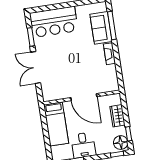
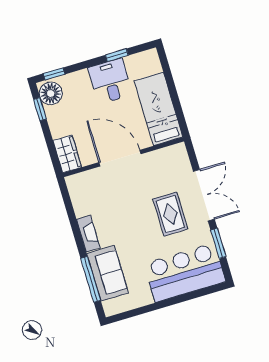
rug: (58, 59) -> (170, 214), added
wardrobe: (117, 116) -> (67, 154), moved

